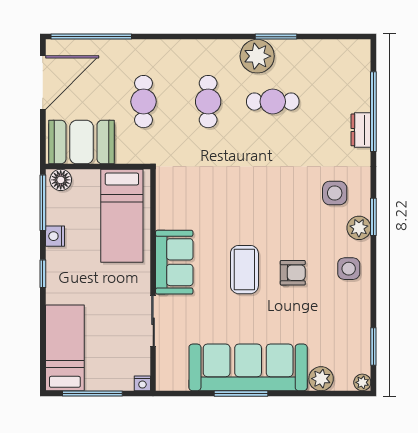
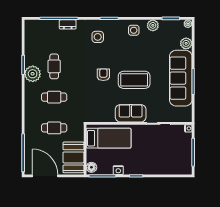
plant: (359, 228) -> (153, 25), moved
coffee table: (244, 270) -> (134, 80), width x1.36, depth x1.32
armchair: (293, 273) -> (103, 75), moved
bed: (65, 348) -> (171, 165), removed

